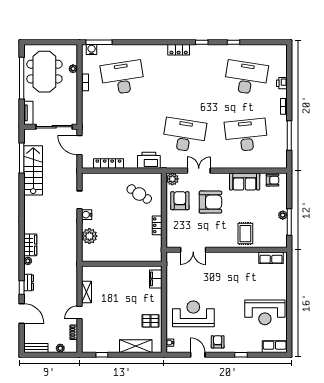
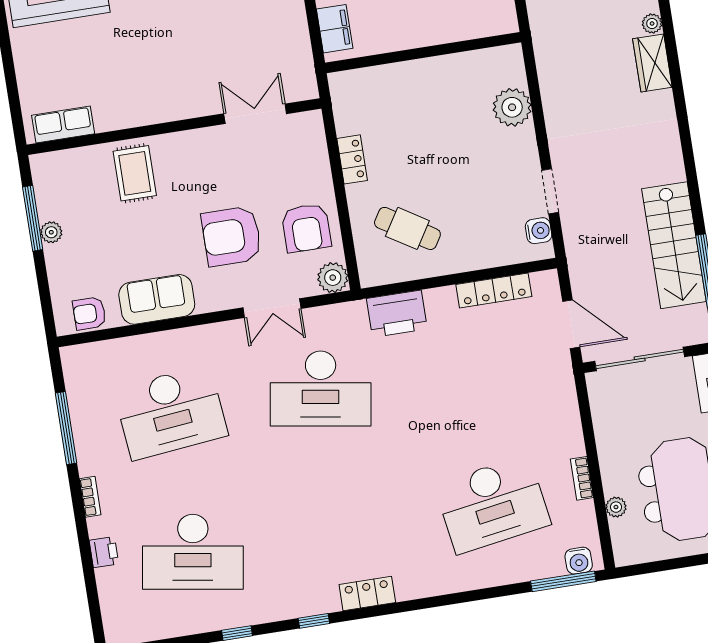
water cooler: (87, 215) -> (539, 231), moved

